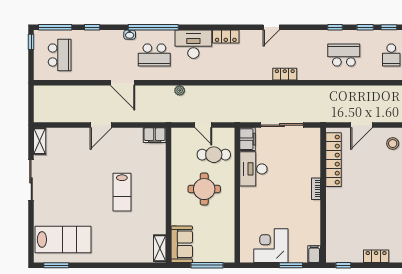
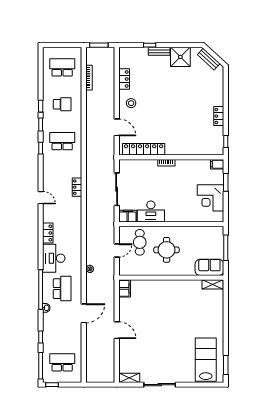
school desk: (344, 55) -> (62, 141), turned 90
lab bench: (122, 192) -> (169, 314), removed

